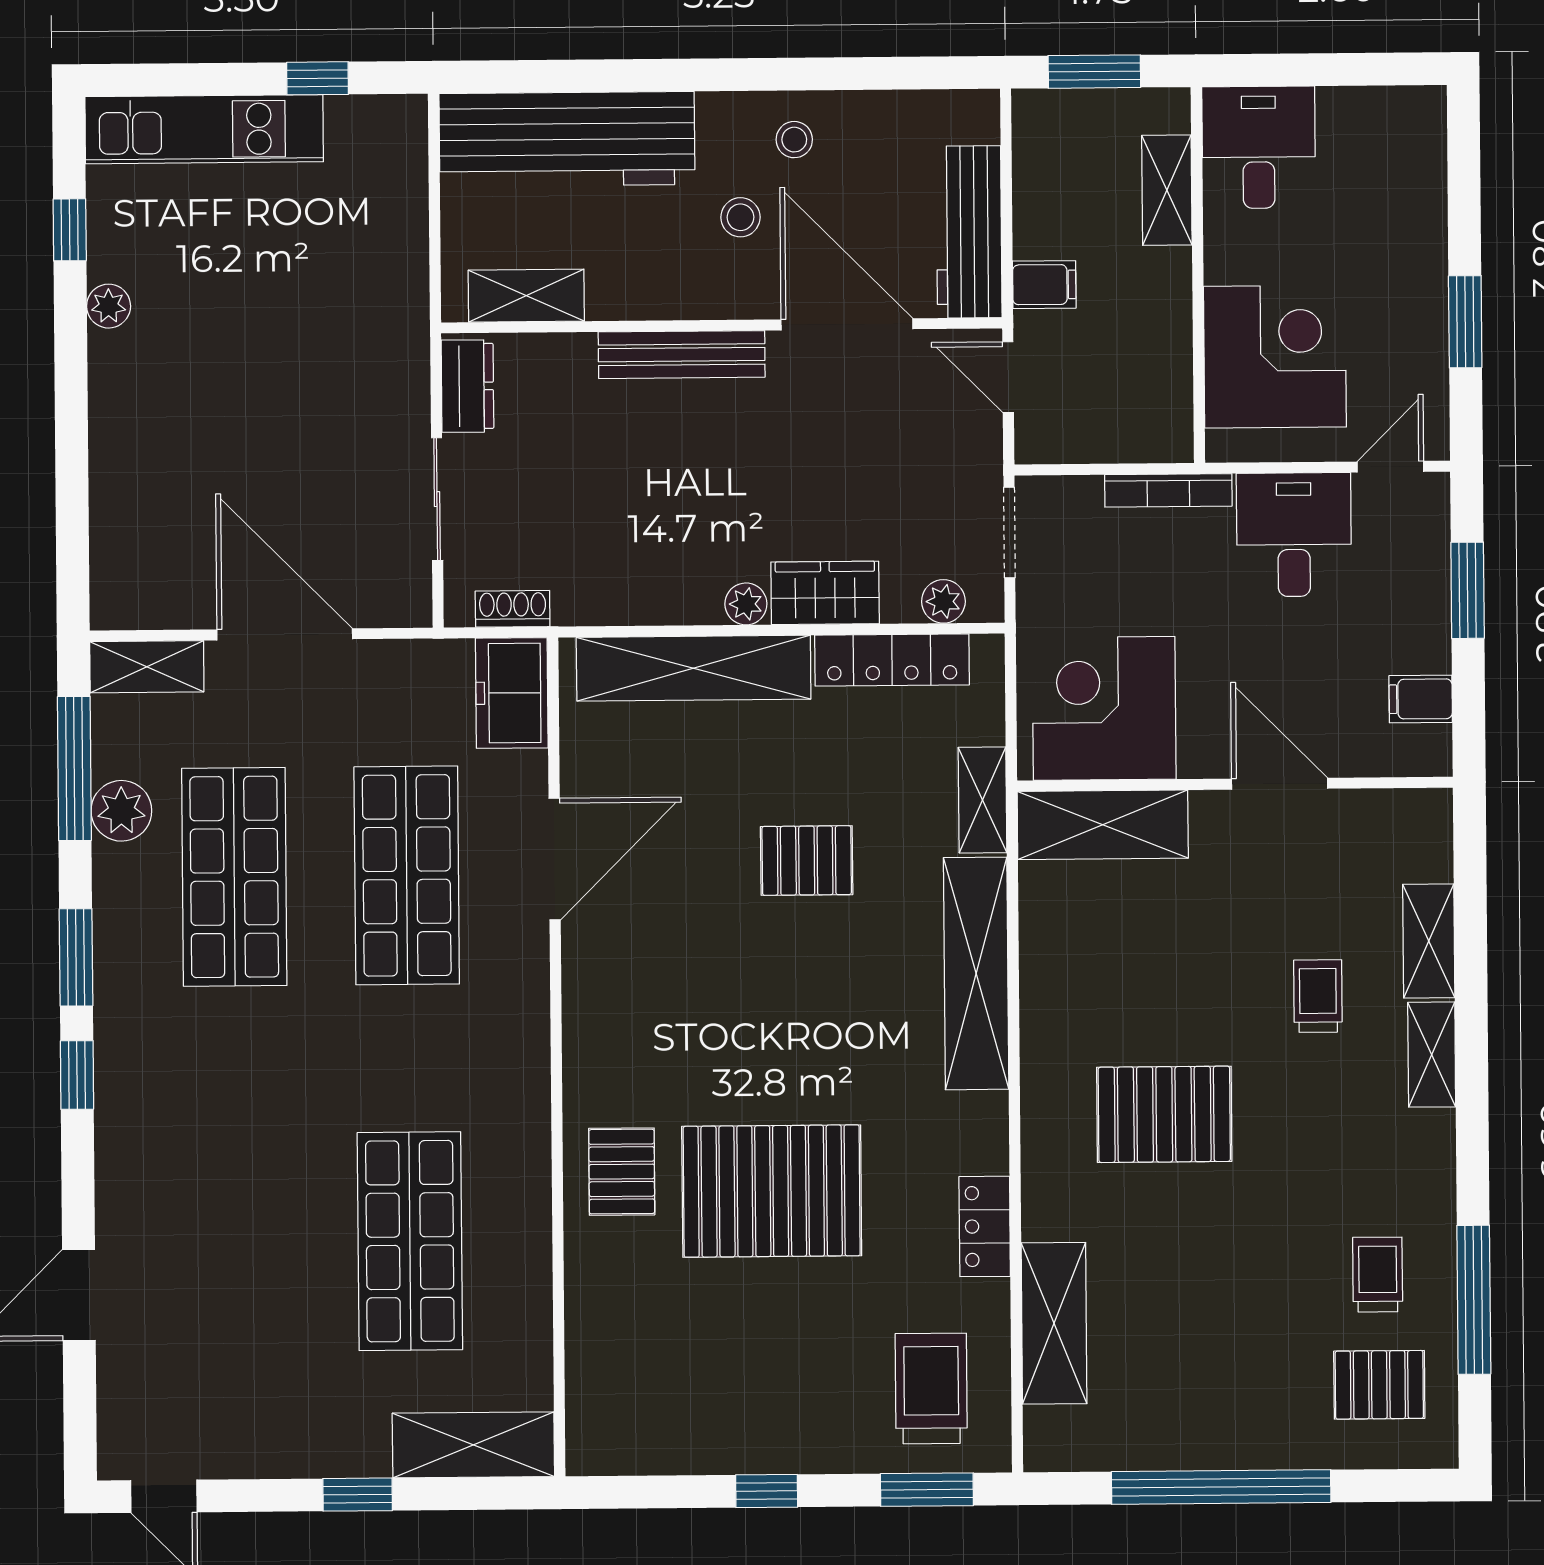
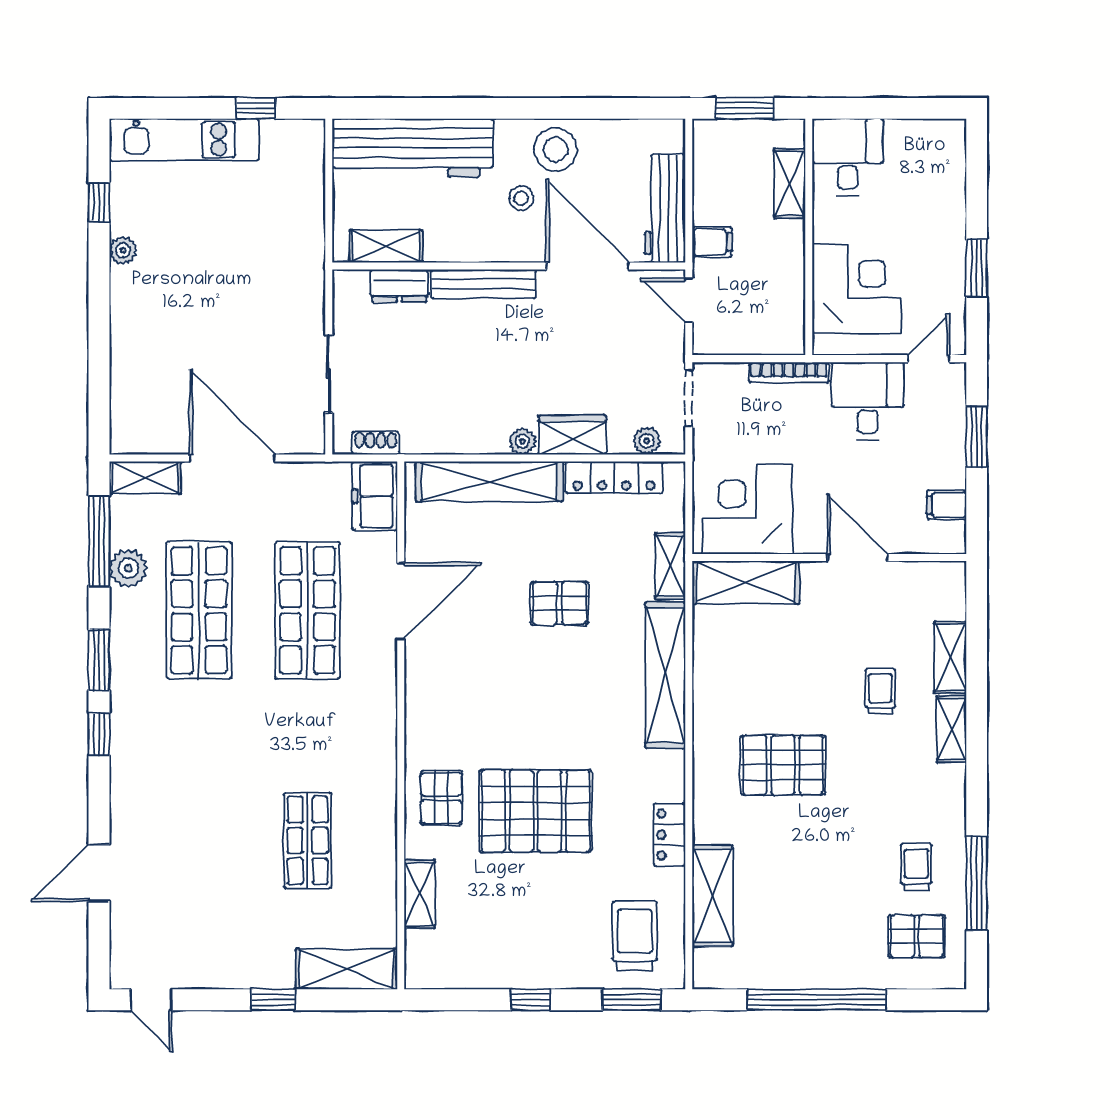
stool: (794, 140) -> (555, 149), width x1.89, depth x1.89
dresser: (467, 386) -> (399, 286), moved, turned 90
shop shelf: (410, 1241) -> (308, 841), width x0.70, depth x0.74
shelving: (589, 1324) -> (419, 894), added

